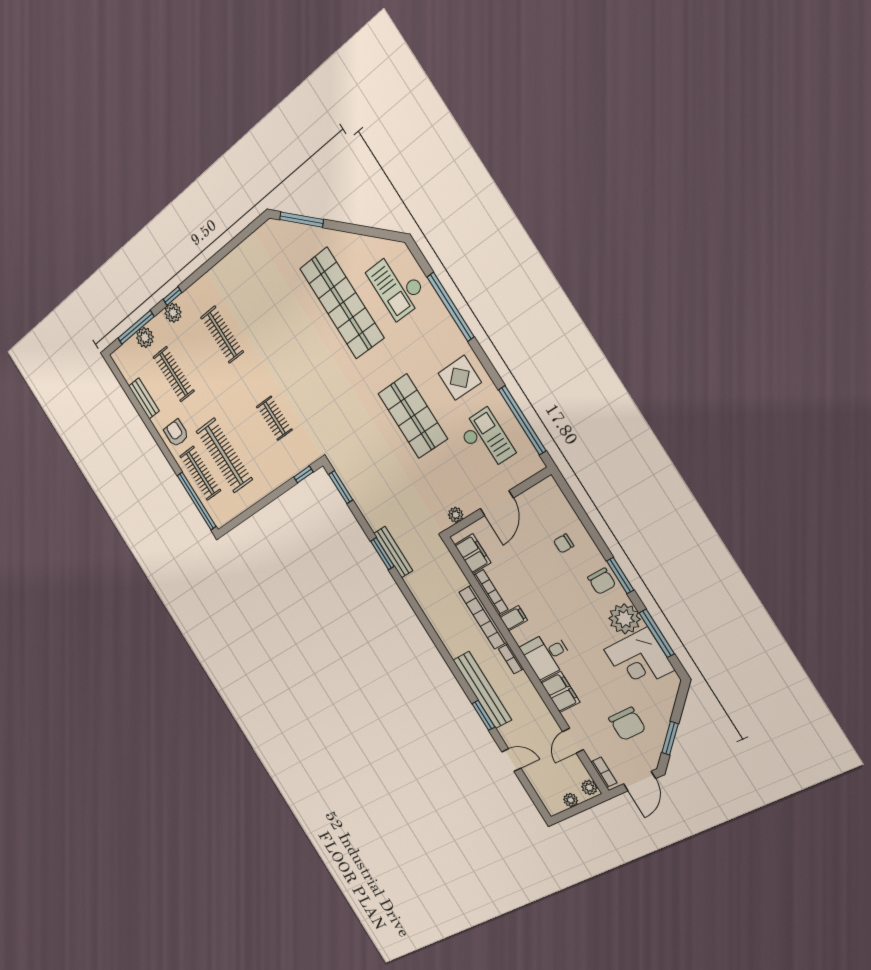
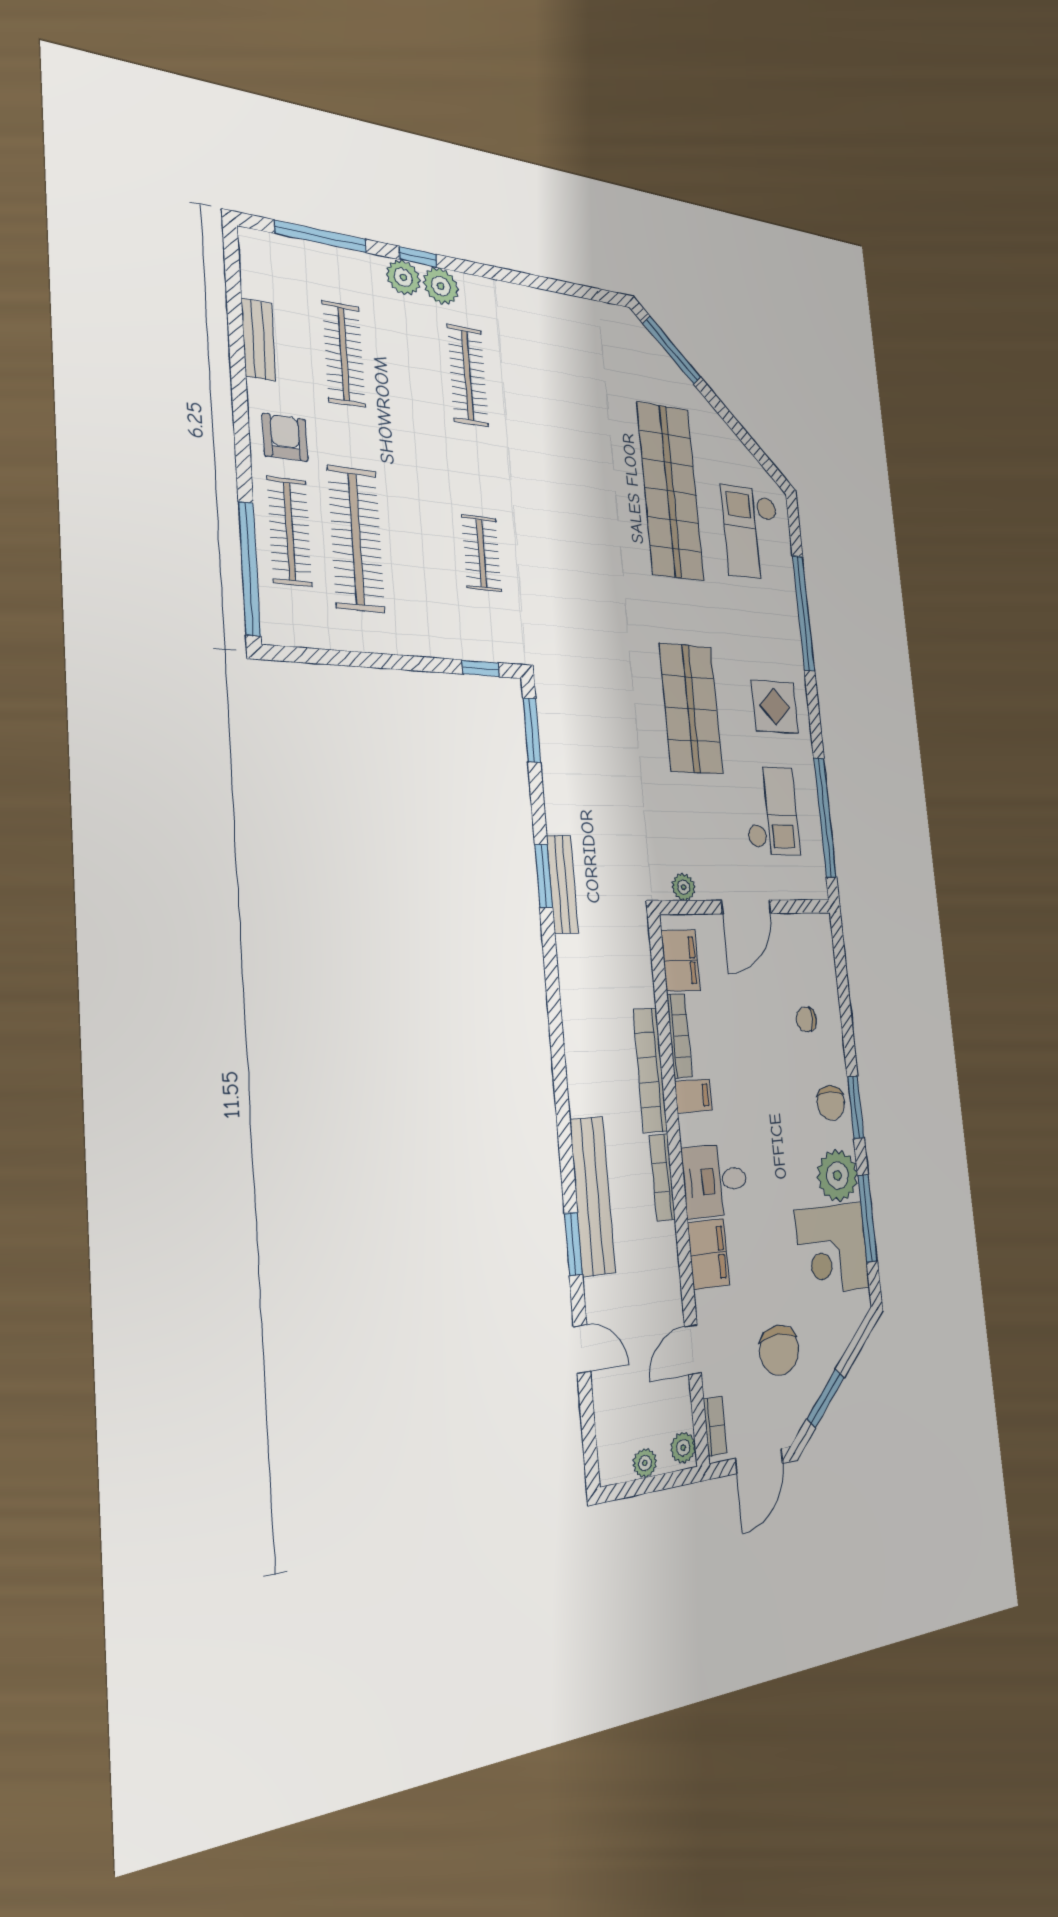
plant: (145, 337) -> (441, 286), moved
bookcase: (511, 659) -> (662, 1177), width x1.56

